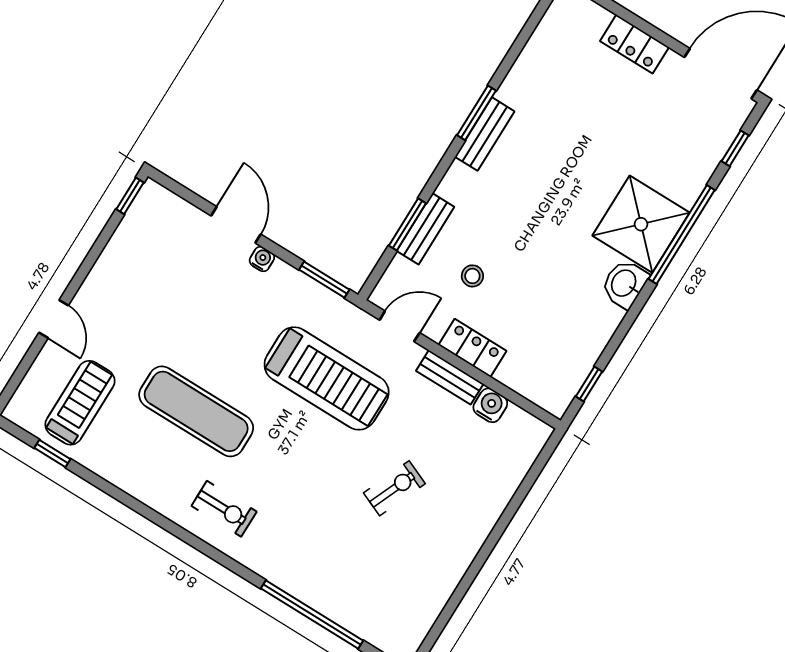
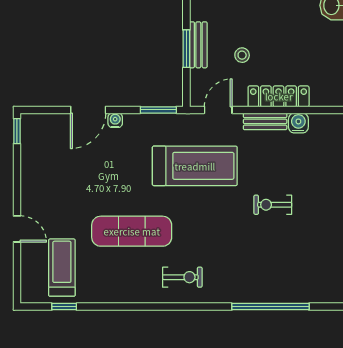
door: (236, 225) -> (88, 110), swing flipped
locker: (472, 348) -> (279, 96), width x1.53
exercise bike: (394, 488) -> (273, 205), turned -113

